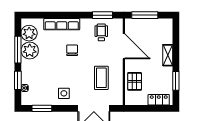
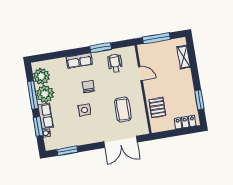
window: (102, 15) -> (101, 48), moved
row of seats: (62, 24) -> (79, 61), width x0.68
door: (124, 46) -> (140, 74), width x0.53
shelving: (168, 55) -> (184, 57), moved
row of seats: (27, 72) -> (46, 116), added
side table: (64, 93) -> (84, 110), moved

